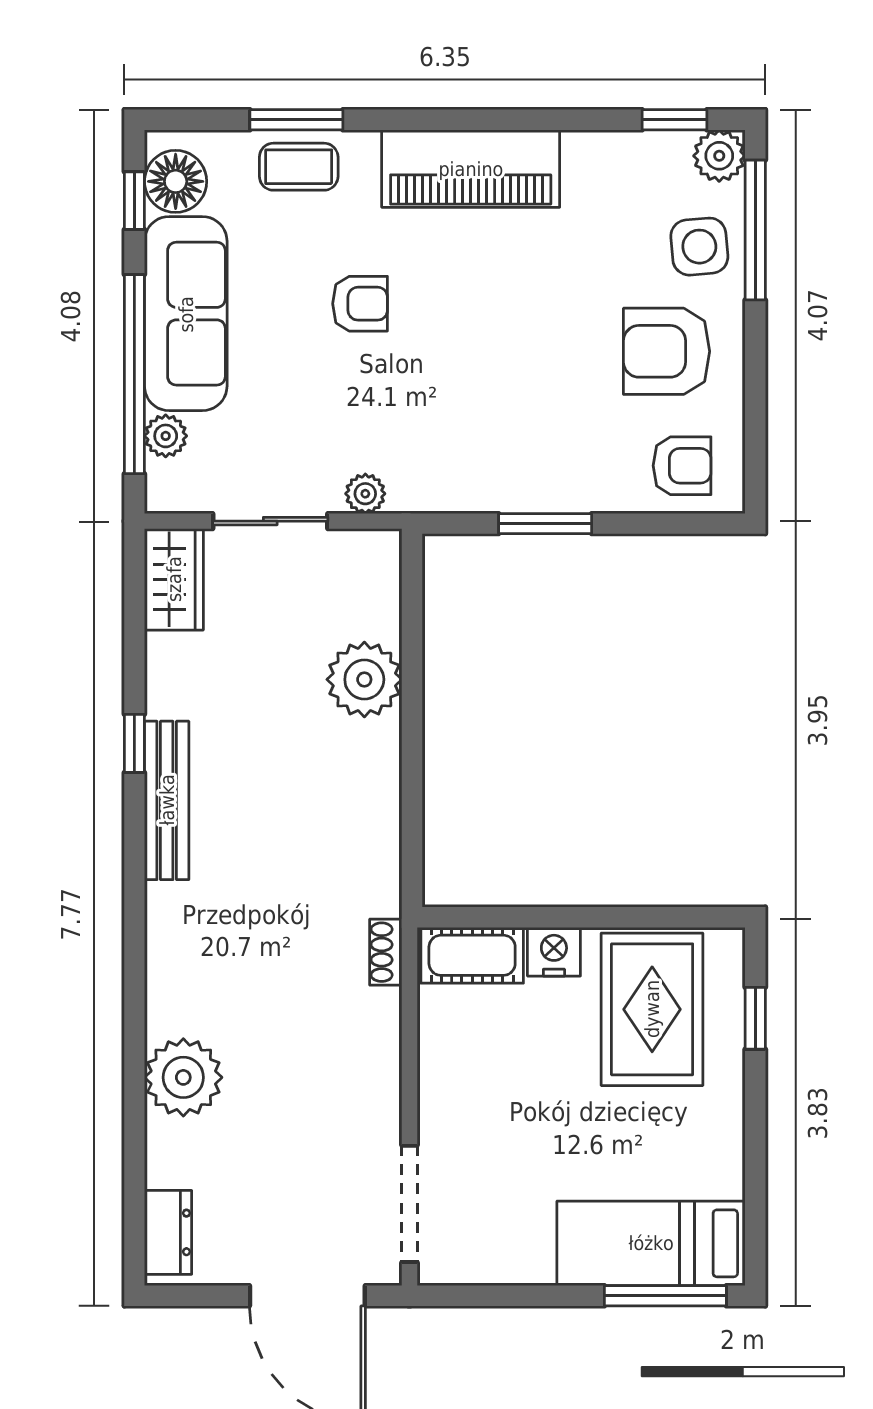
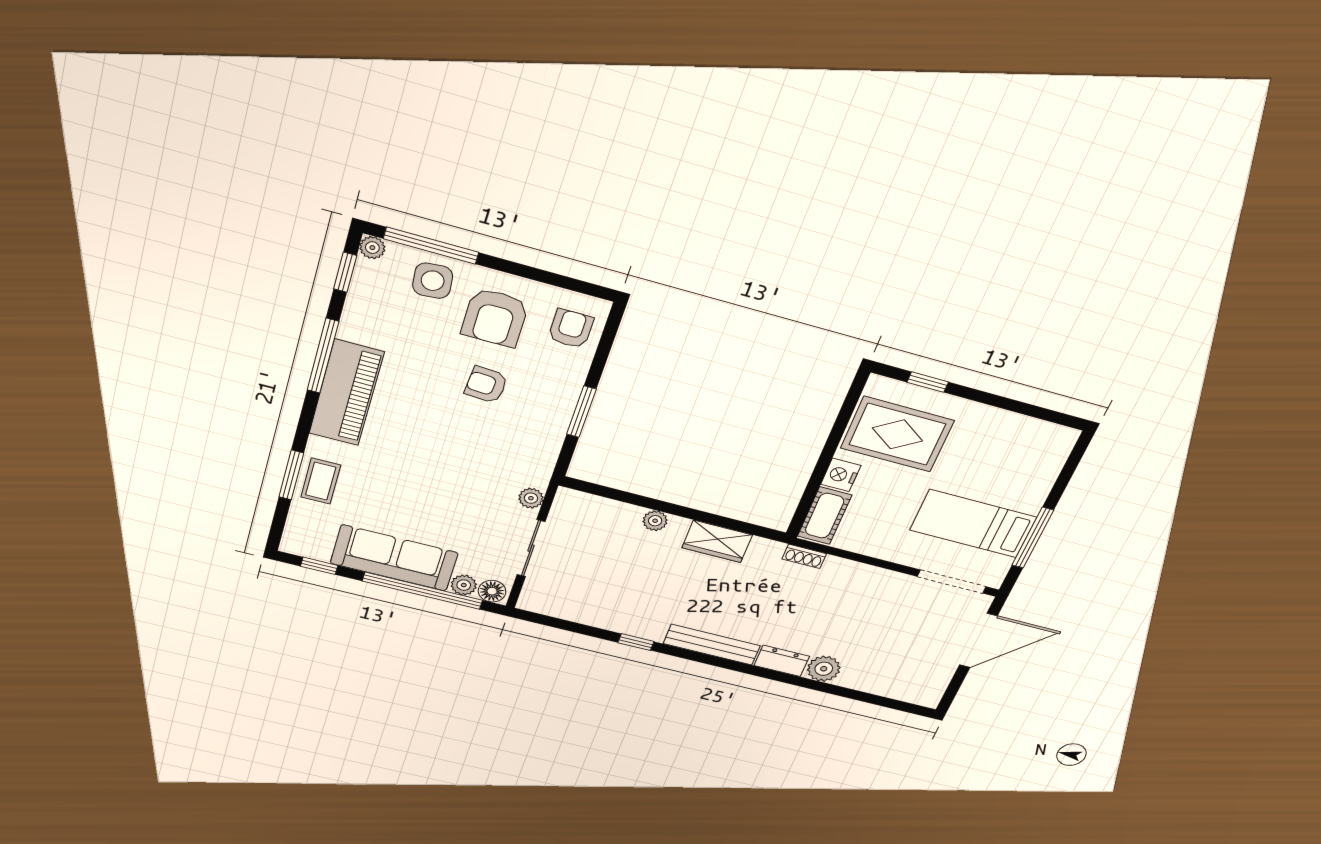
window: (524, 120) -> (323, 356), added
plant: (719, 156) -> (372, 248), width x0.73, depth x0.73
floor lamp: (176, 181) -> (492, 591), moved, width x0.73, depth x0.73
armchair: (360, 304) -> (486, 385), moved, turned -86
wardrobe: (174, 579) -> (717, 541), moved, turned 180
plant: (364, 679) -> (655, 521), width x0.53, depth x0.53
bench: (167, 800) -> (712, 645), moved
plant: (183, 1077) -> (824, 669), width x0.73, depth x0.73
dresser: (168, 1232) -> (782, 661), moved
bed: (651, 1243) -> (973, 524), moved, turned 90
window: (665, 1296) -> (1033, 538), moved

